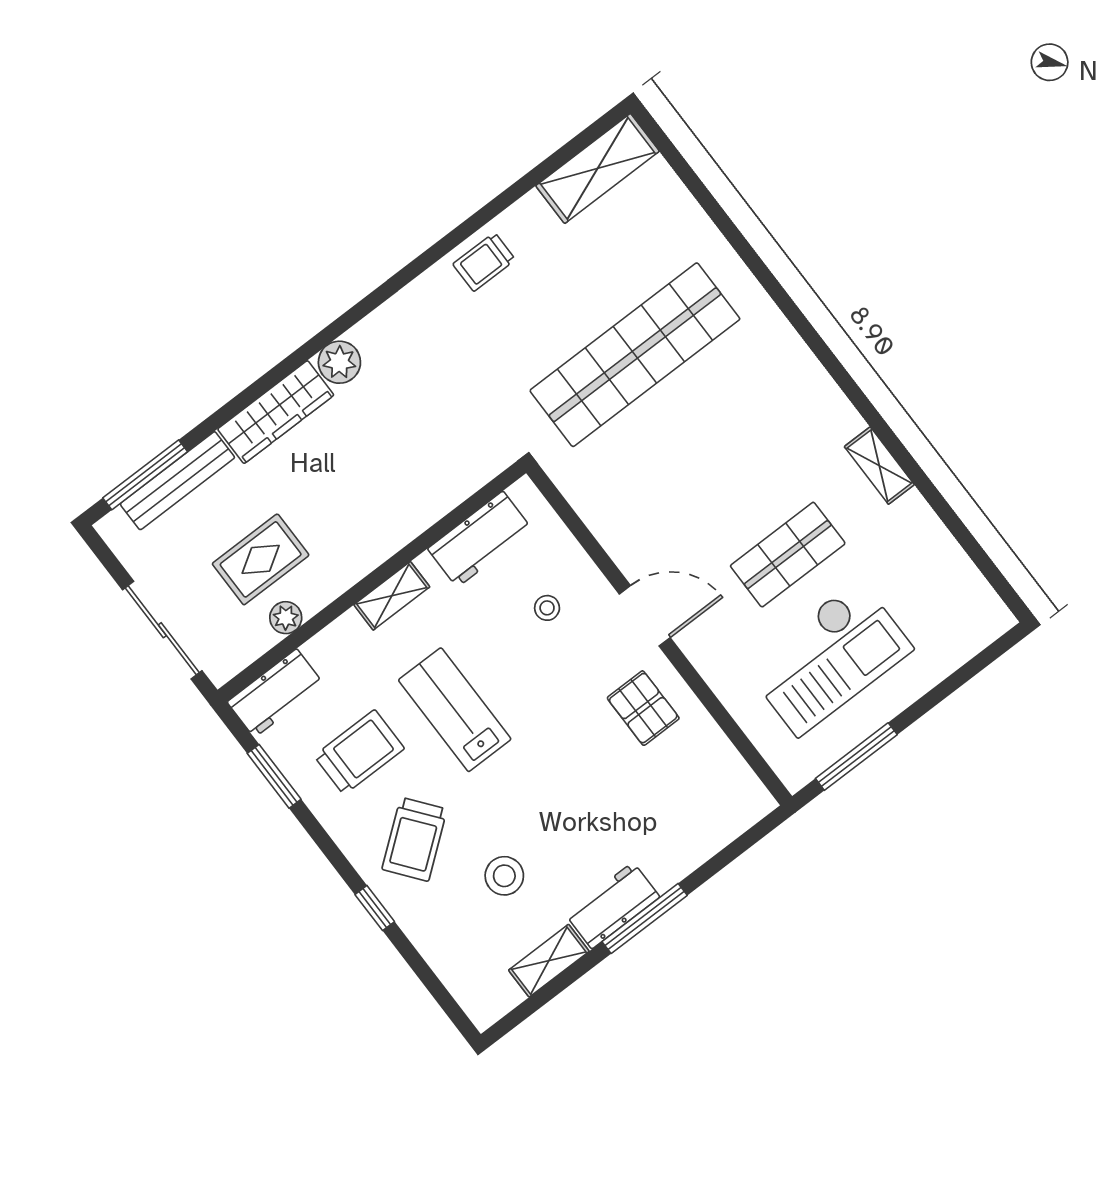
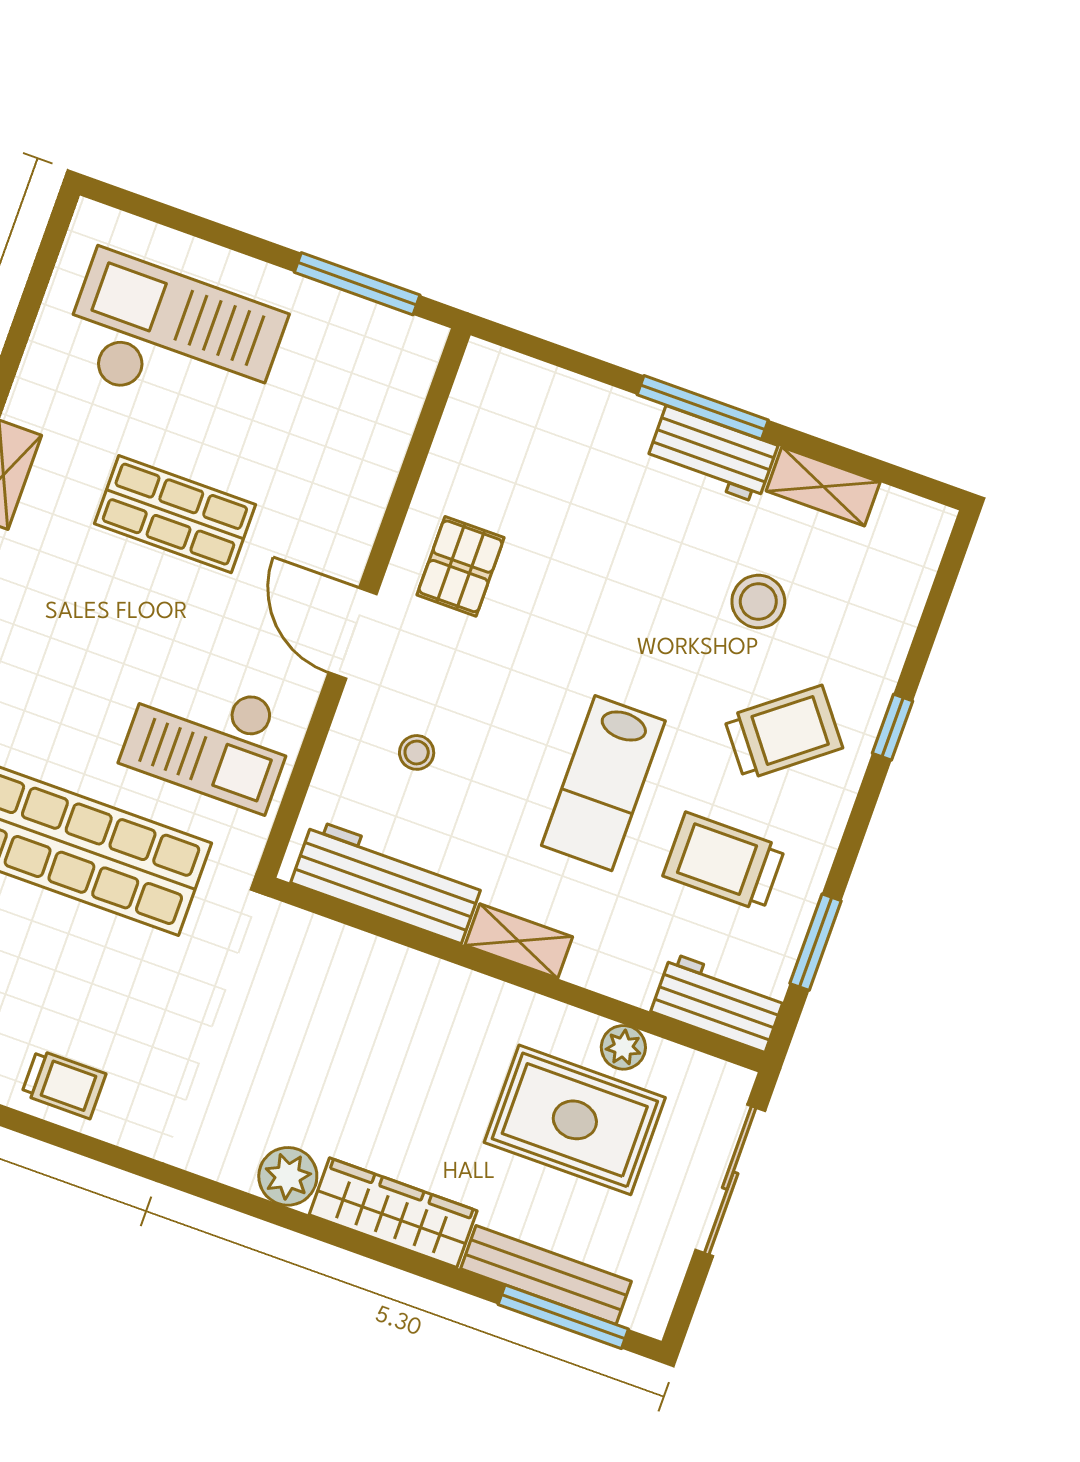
checkout: (638, 487) -> (210, 738), added
workbench: (480, 539) -> (387, 881), width x1.38
rug: (261, 559) -> (575, 1120), width x1.36, depth x1.43
checkout: (829, 657) -> (172, 339), moved

